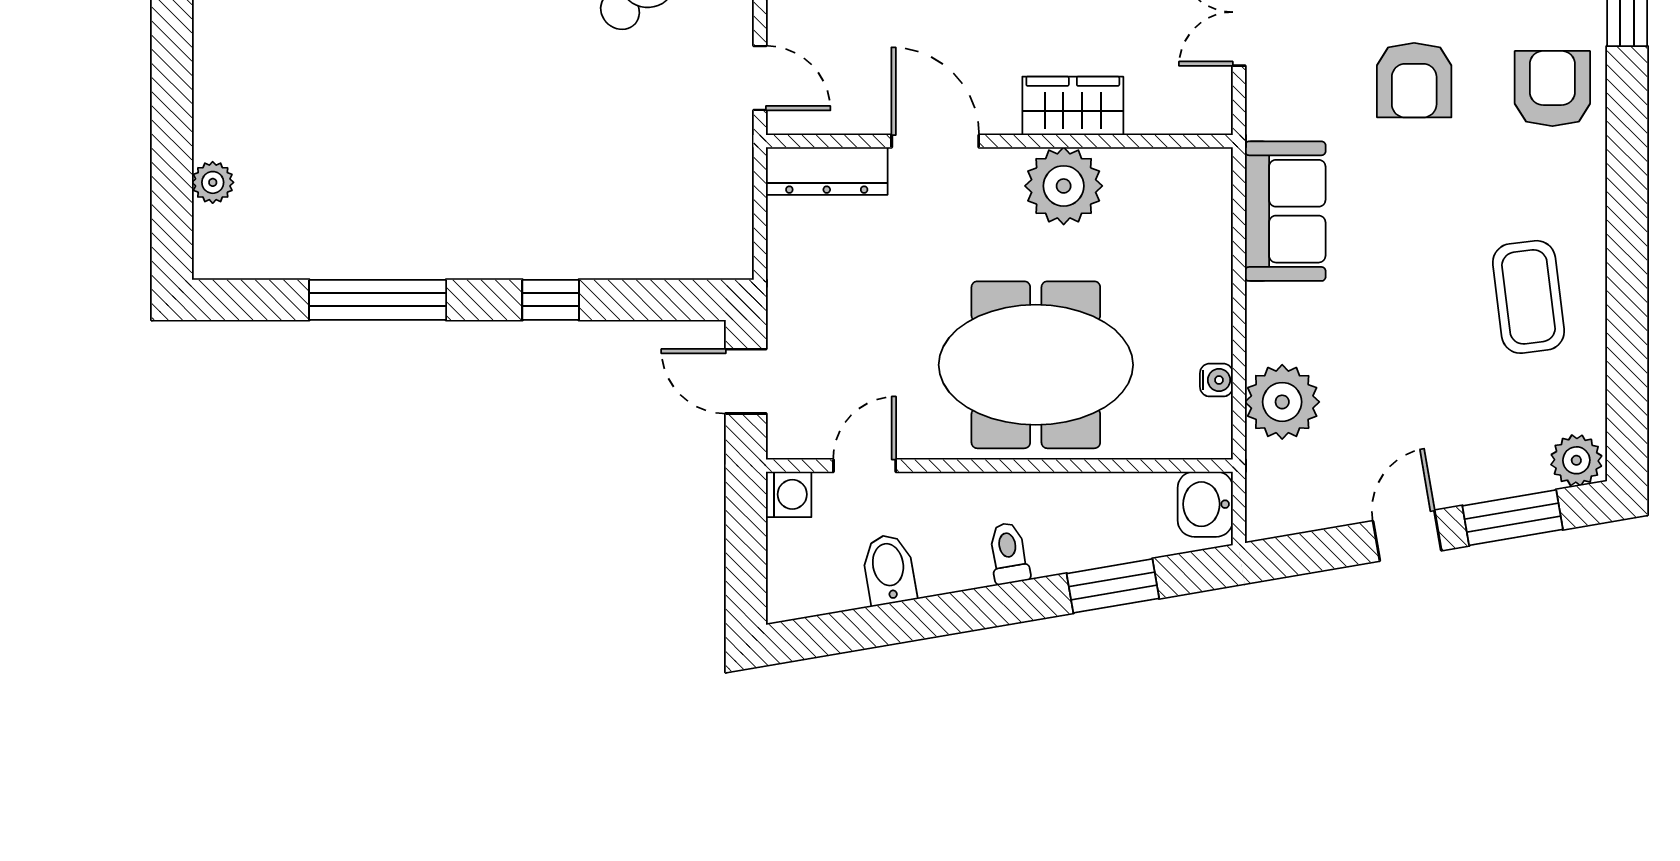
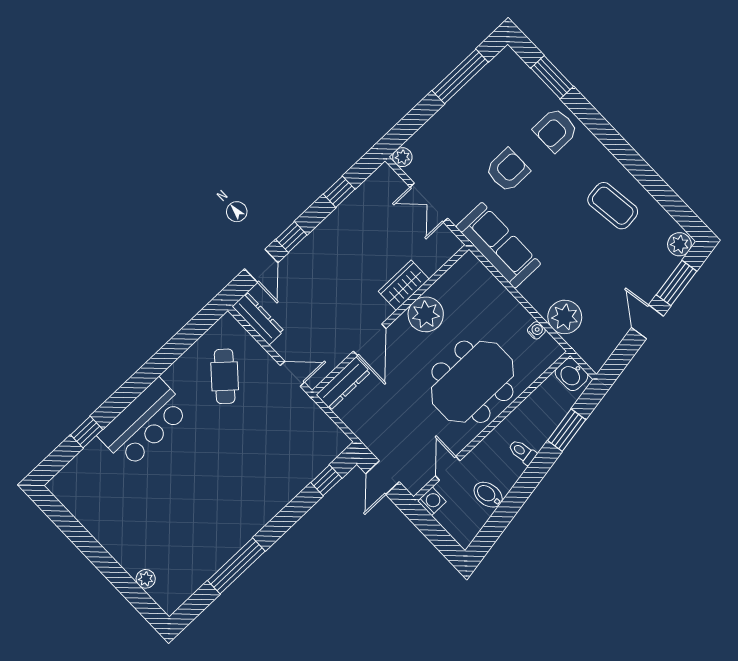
armchair: (1414, 80) -> (508, 170), turned -90
armchair: (1552, 89) -> (556, 130), turned -90
door: (935, 141) -> (370, 340), swing flipped
sofa: (1285, 211) -> (498, 245), width x1.36
window: (551, 300) -> (326, 480), moved
door: (746, 381) -> (382, 478), hinge flipped

